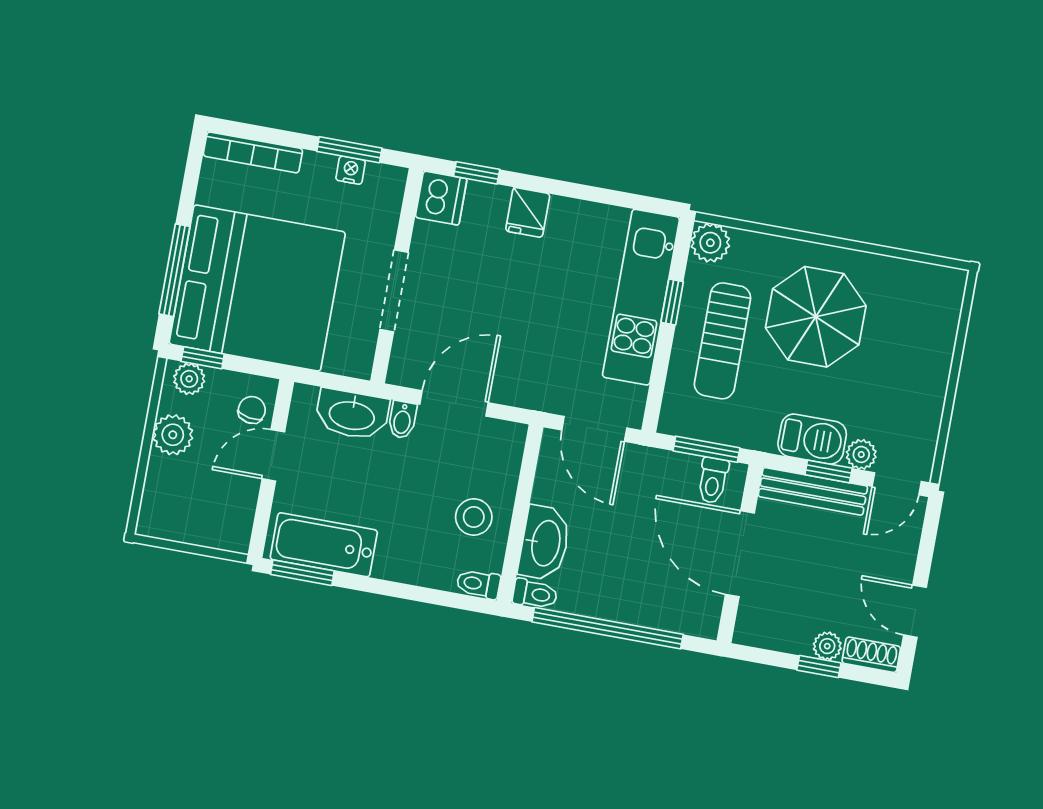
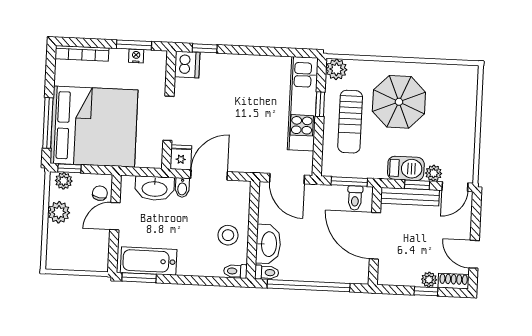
fridge: (528, 212) -> (181, 157), moved, turned 180

